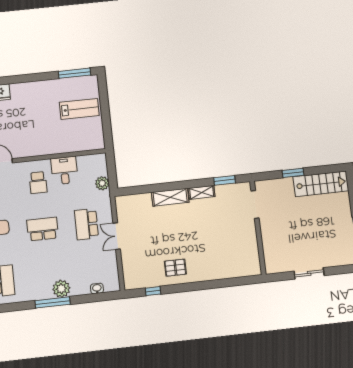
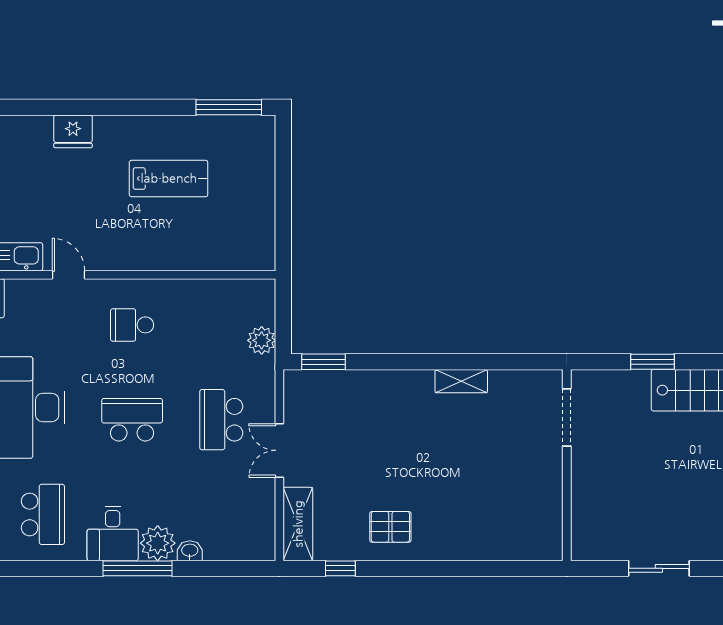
lab bench: (79, 109) -> (169, 178), moved
desk: (64, 170) -> (113, 533), moved, turned 180
window: (225, 180) -> (323, 362), moved
school desk: (38, 183) -> (132, 325), turned 90
shelving: (170, 197) -> (298, 524), moved, turned 90
washbasin: (97, 289) -> (190, 551), moved

